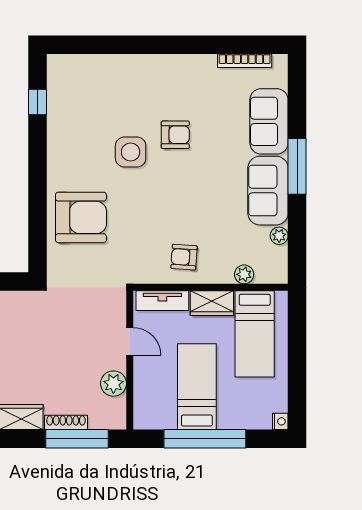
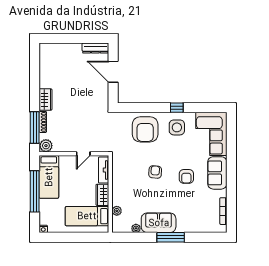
corner sofa: (90, 85) -> (211, 134), added
window: (37, 102) -> (177, 108), moved
sofa: (269, 121) -> (217, 173), moved, turned -90
side table: (131, 152) -> (177, 127), moved
armchair: (184, 257) -> (155, 172), moved
plant: (113, 384) -> (46, 146), moved
bed: (197, 387) -> (49, 177), moved, turned 90

